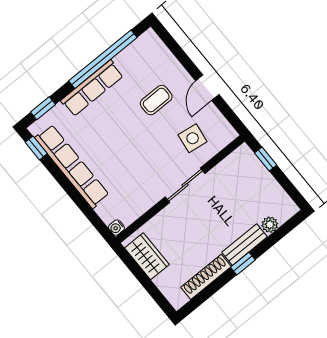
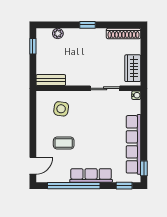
door: (207, 88) -> (33, 166), moved
window: (266, 159) -> (33, 46), moved
sliding door: (185, 185) -> (105, 88), moved
bench: (245, 245) -> (51, 80), moved
shoe rack: (206, 277) -> (124, 33), moved

